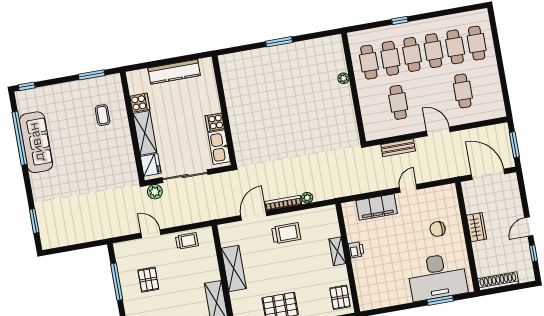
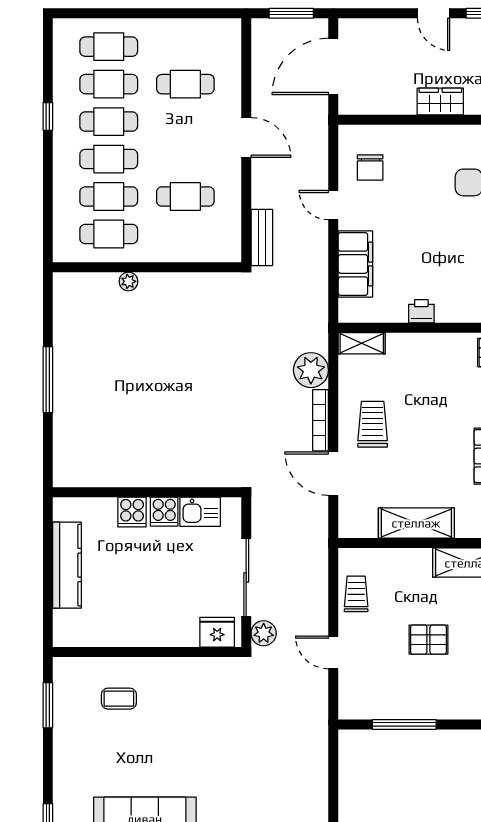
window: (400, 21) -> (48, 116), moved
window: (279, 42) -> (48, 380), width x1.44
cooker: (140, 103) -> (132, 512), moved, turned 180
door: (438, 131) -> (246, 138), swing flipped
shelving: (145, 133) -> (162, 633), removed
kitchen sink: (219, 147) -> (200, 512), width x0.73
bench: (398, 148) -> (262, 237), moved
plant: (307, 198) -> (311, 370), width x1.88, depth x1.88
wardrobe: (477, 227) -> (440, 101), moved
chair: (438, 229) -> (370, 167), moved
door: (151, 234) -> (333, 652), hinge flipped
shelving: (337, 251) -> (362, 343), moved
pallet: (148, 280) -> (428, 640), moved

